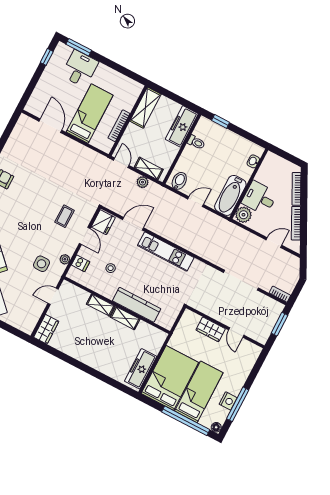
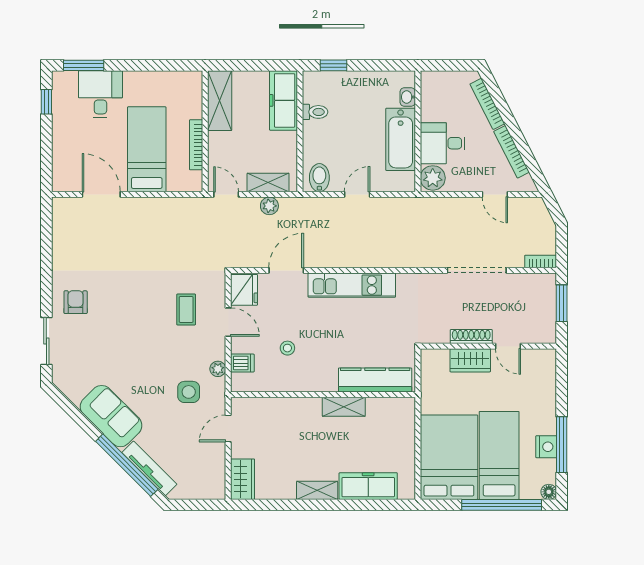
bathtub: (230, 195) -> (401, 139), moved
door: (274, 243) -> (495, 194), swing flipped
shelving: (101, 305) -> (317, 490), moved
kitchen counter: (137, 305) -> (375, 380), moved
shoe rack: (218, 316) -> (471, 337), added
freezer: (141, 369) -> (368, 486), moved, turned 90

